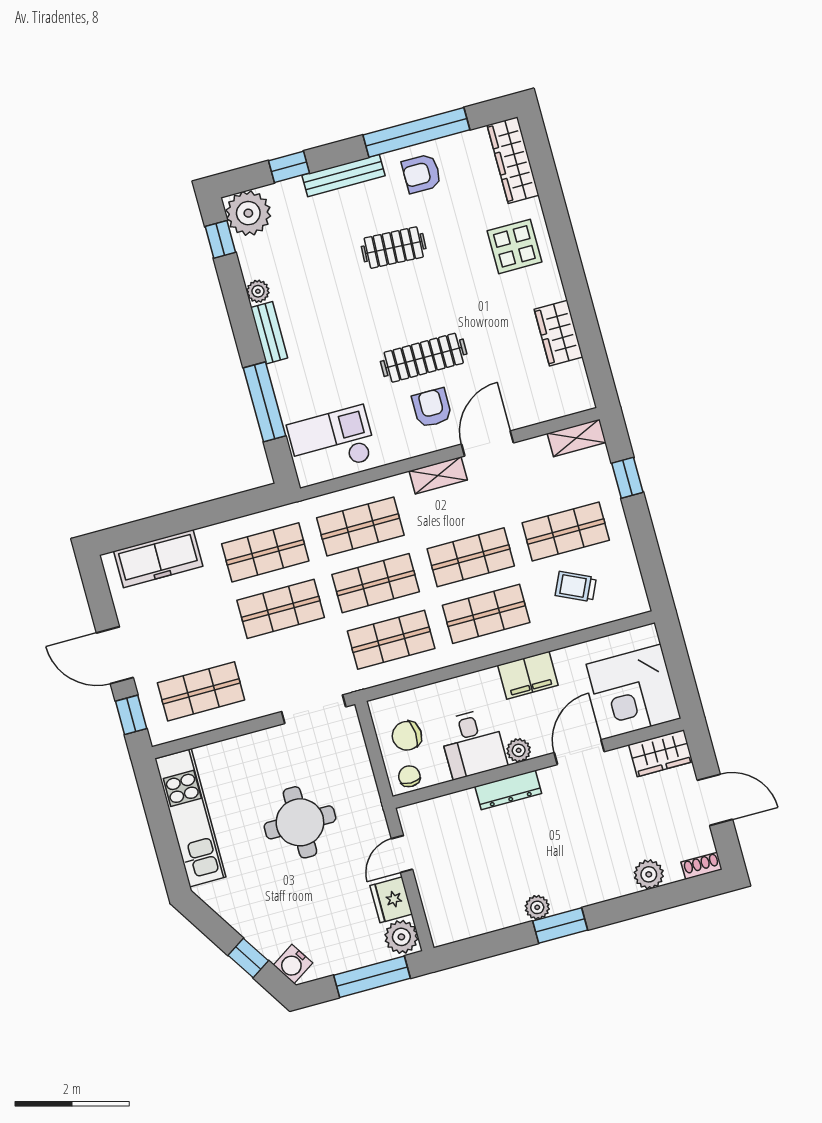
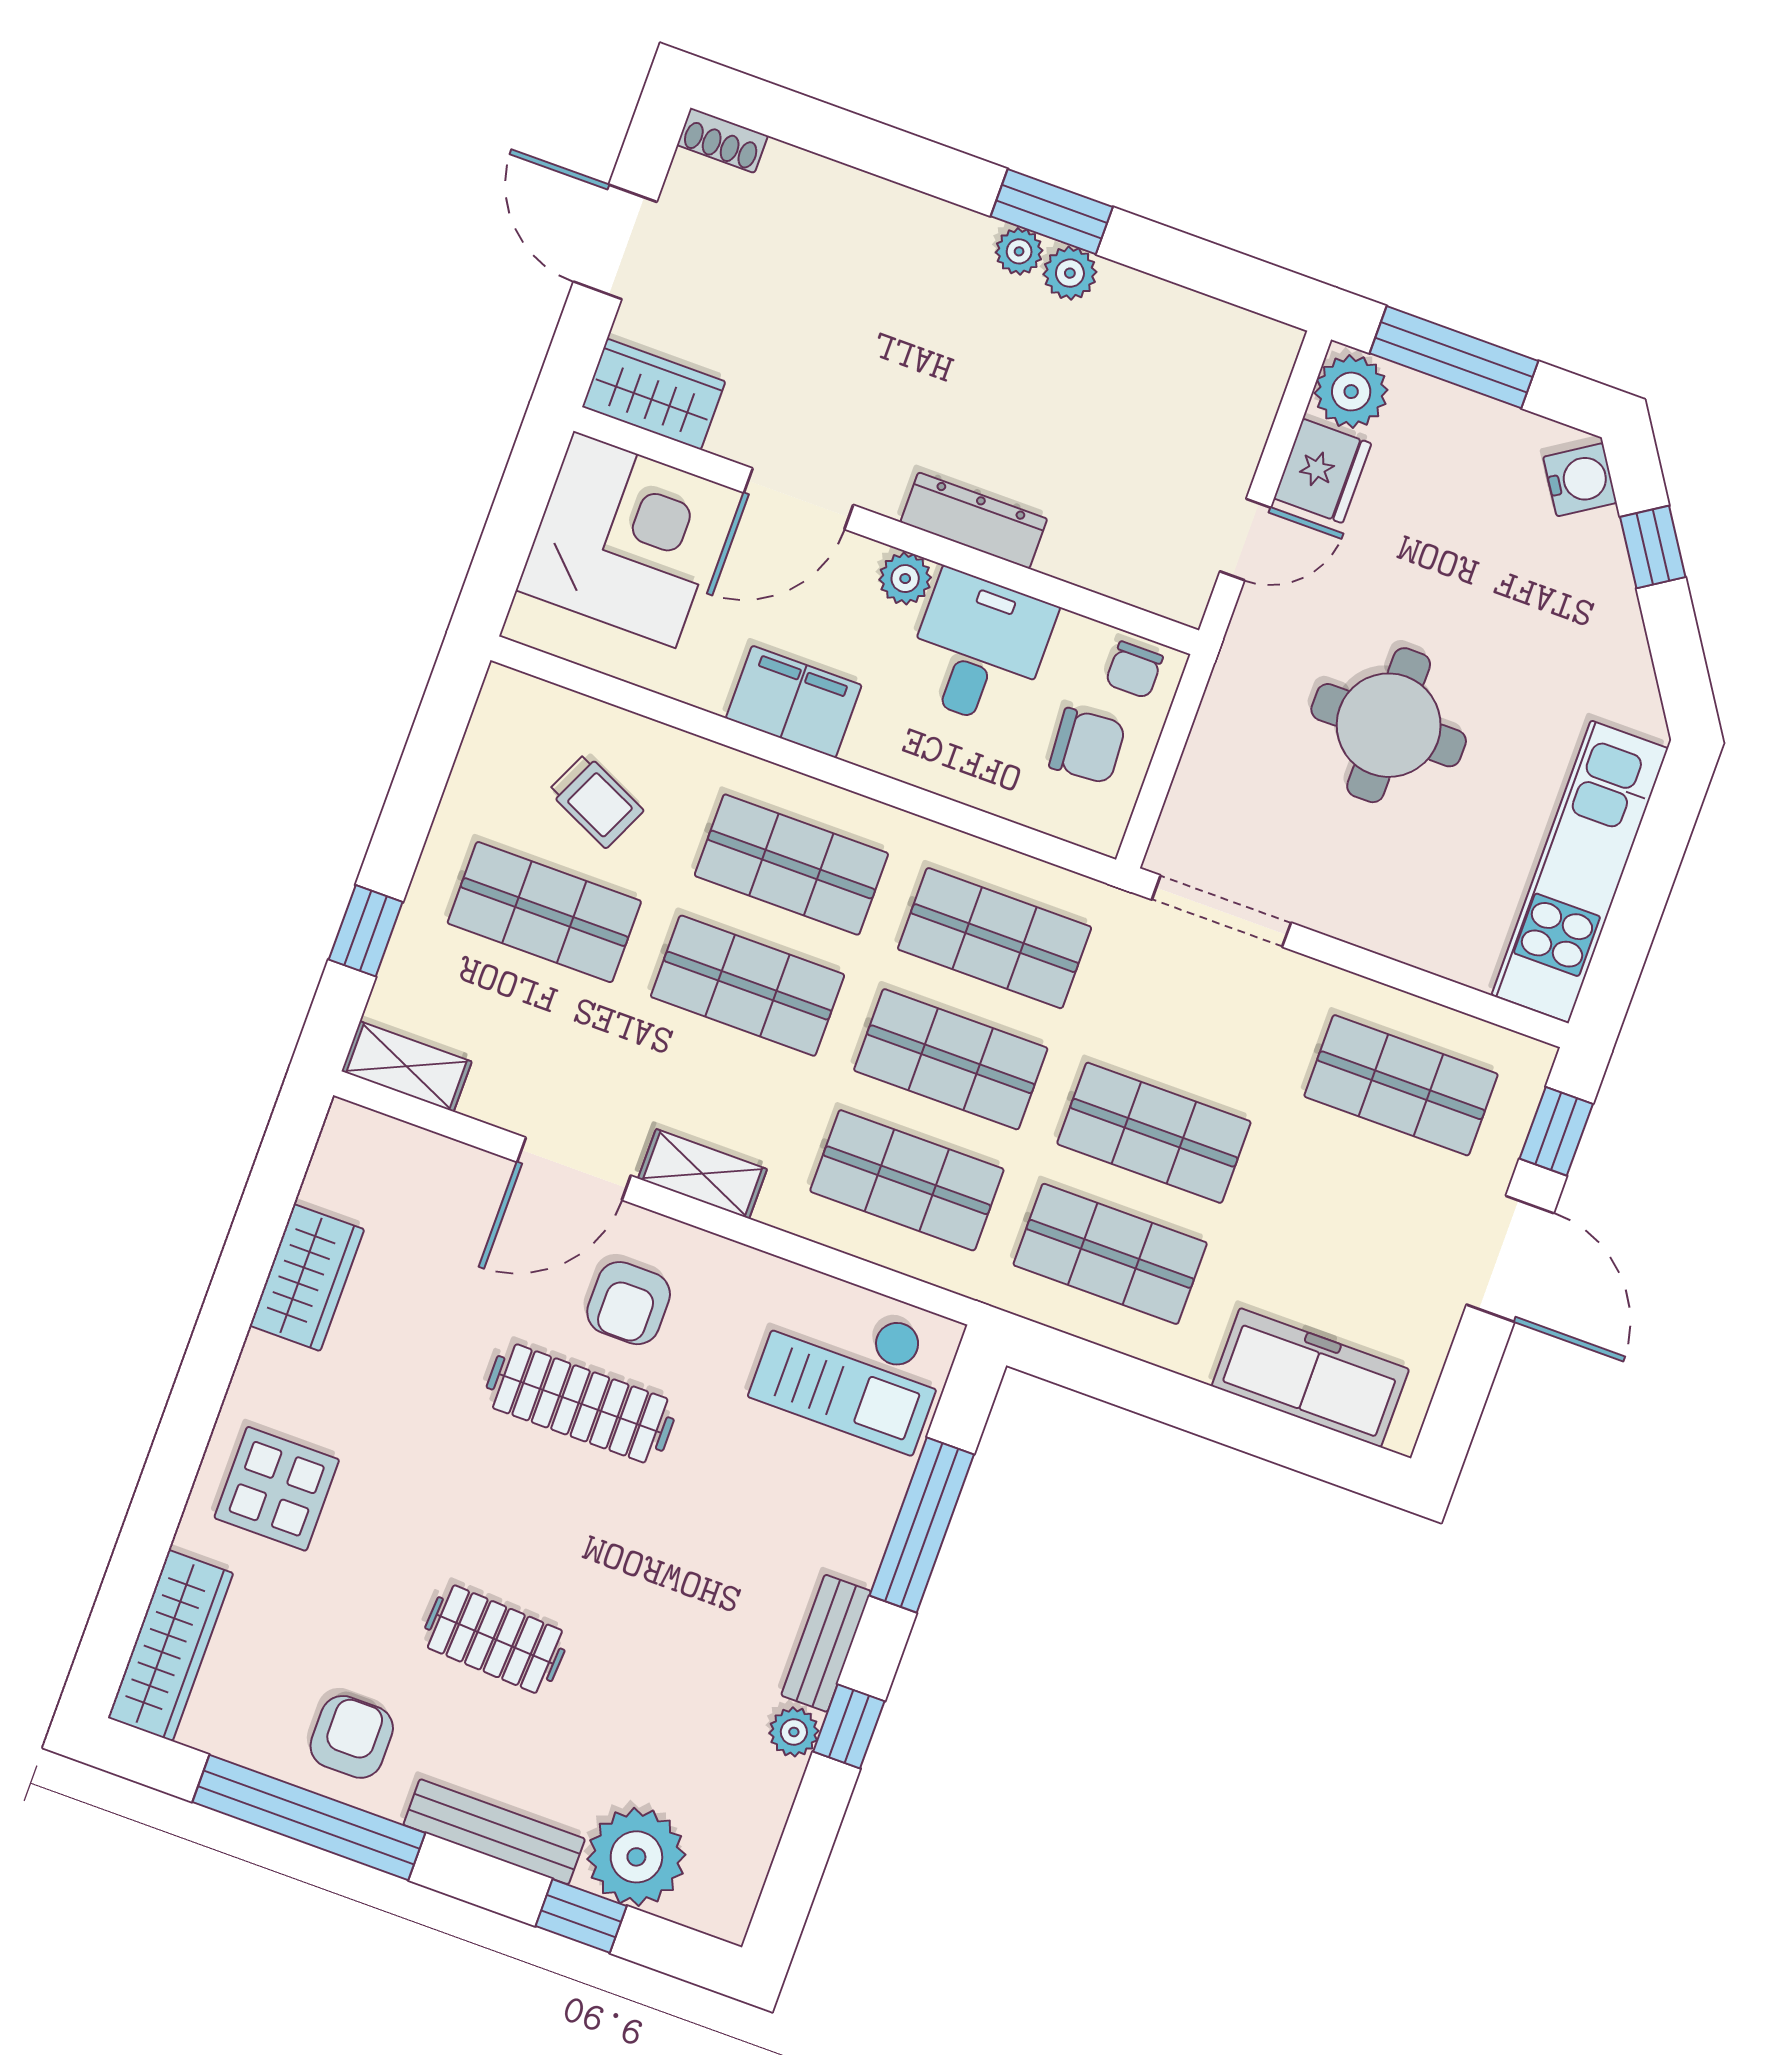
armchair: (421, 174) -> (352, 1737), turned -90
plant: (248, 213) -> (636, 1857), moved
window: (220, 239) -> (849, 1726), moved
plant: (649, 874) -> (1019, 251), moved, width x0.73, depth x0.73

